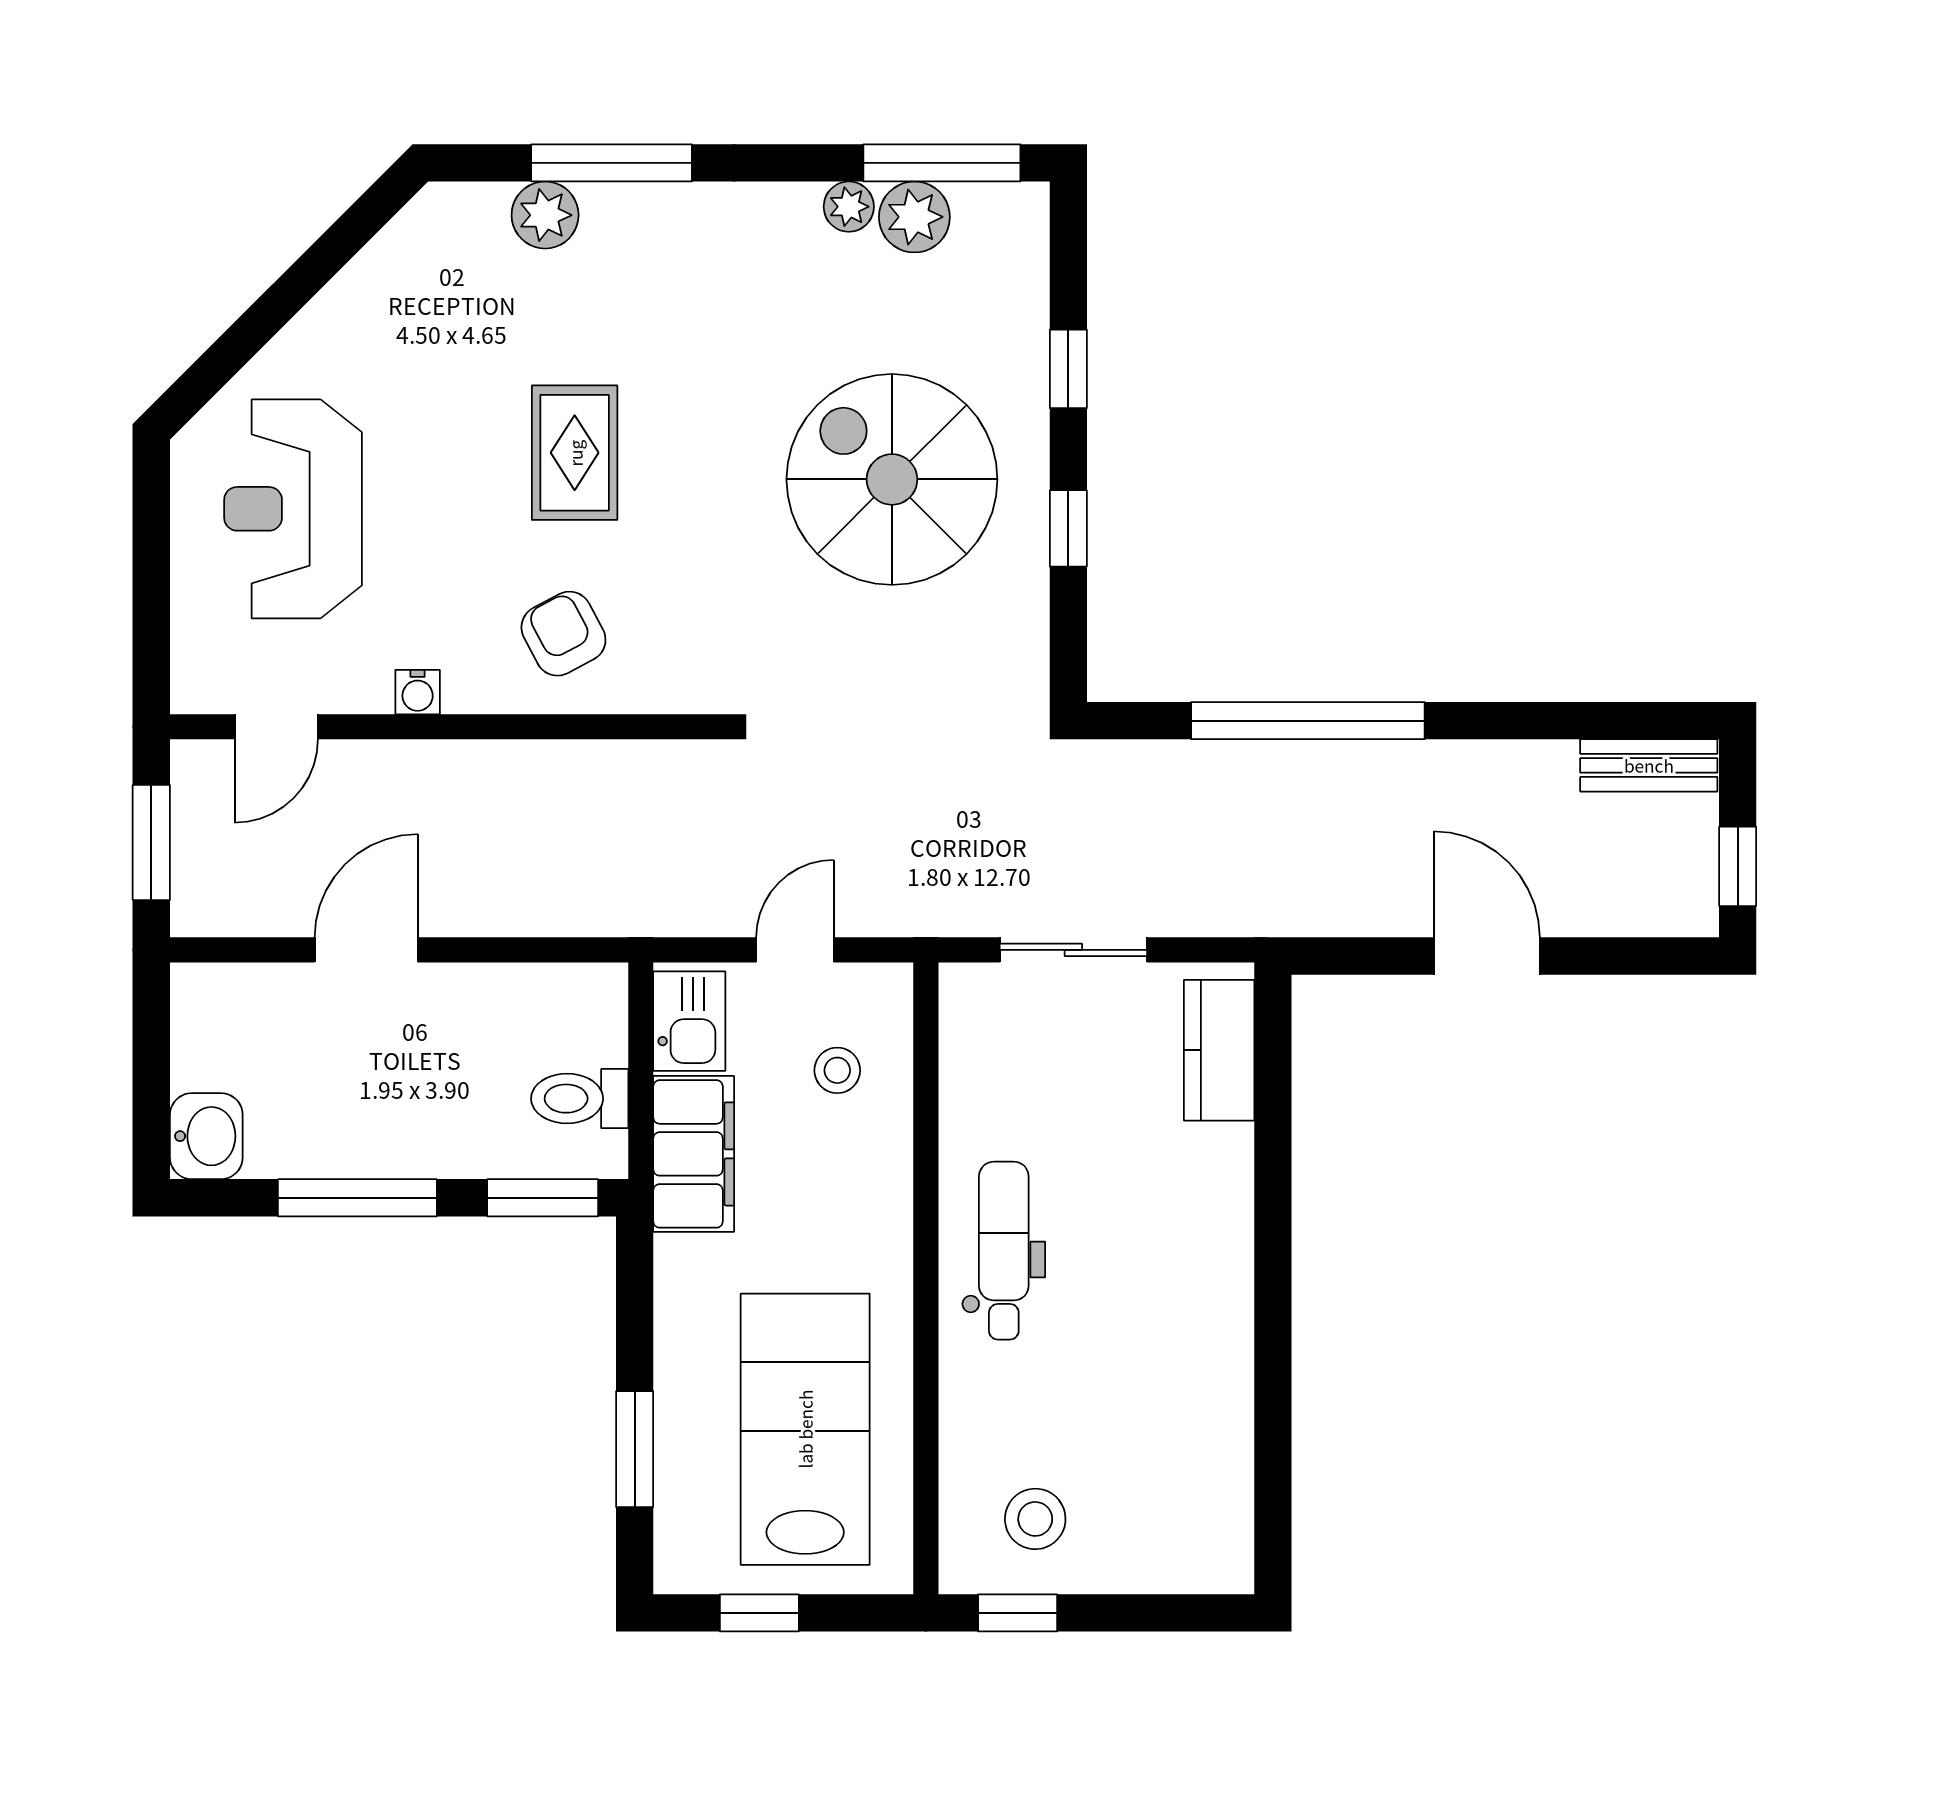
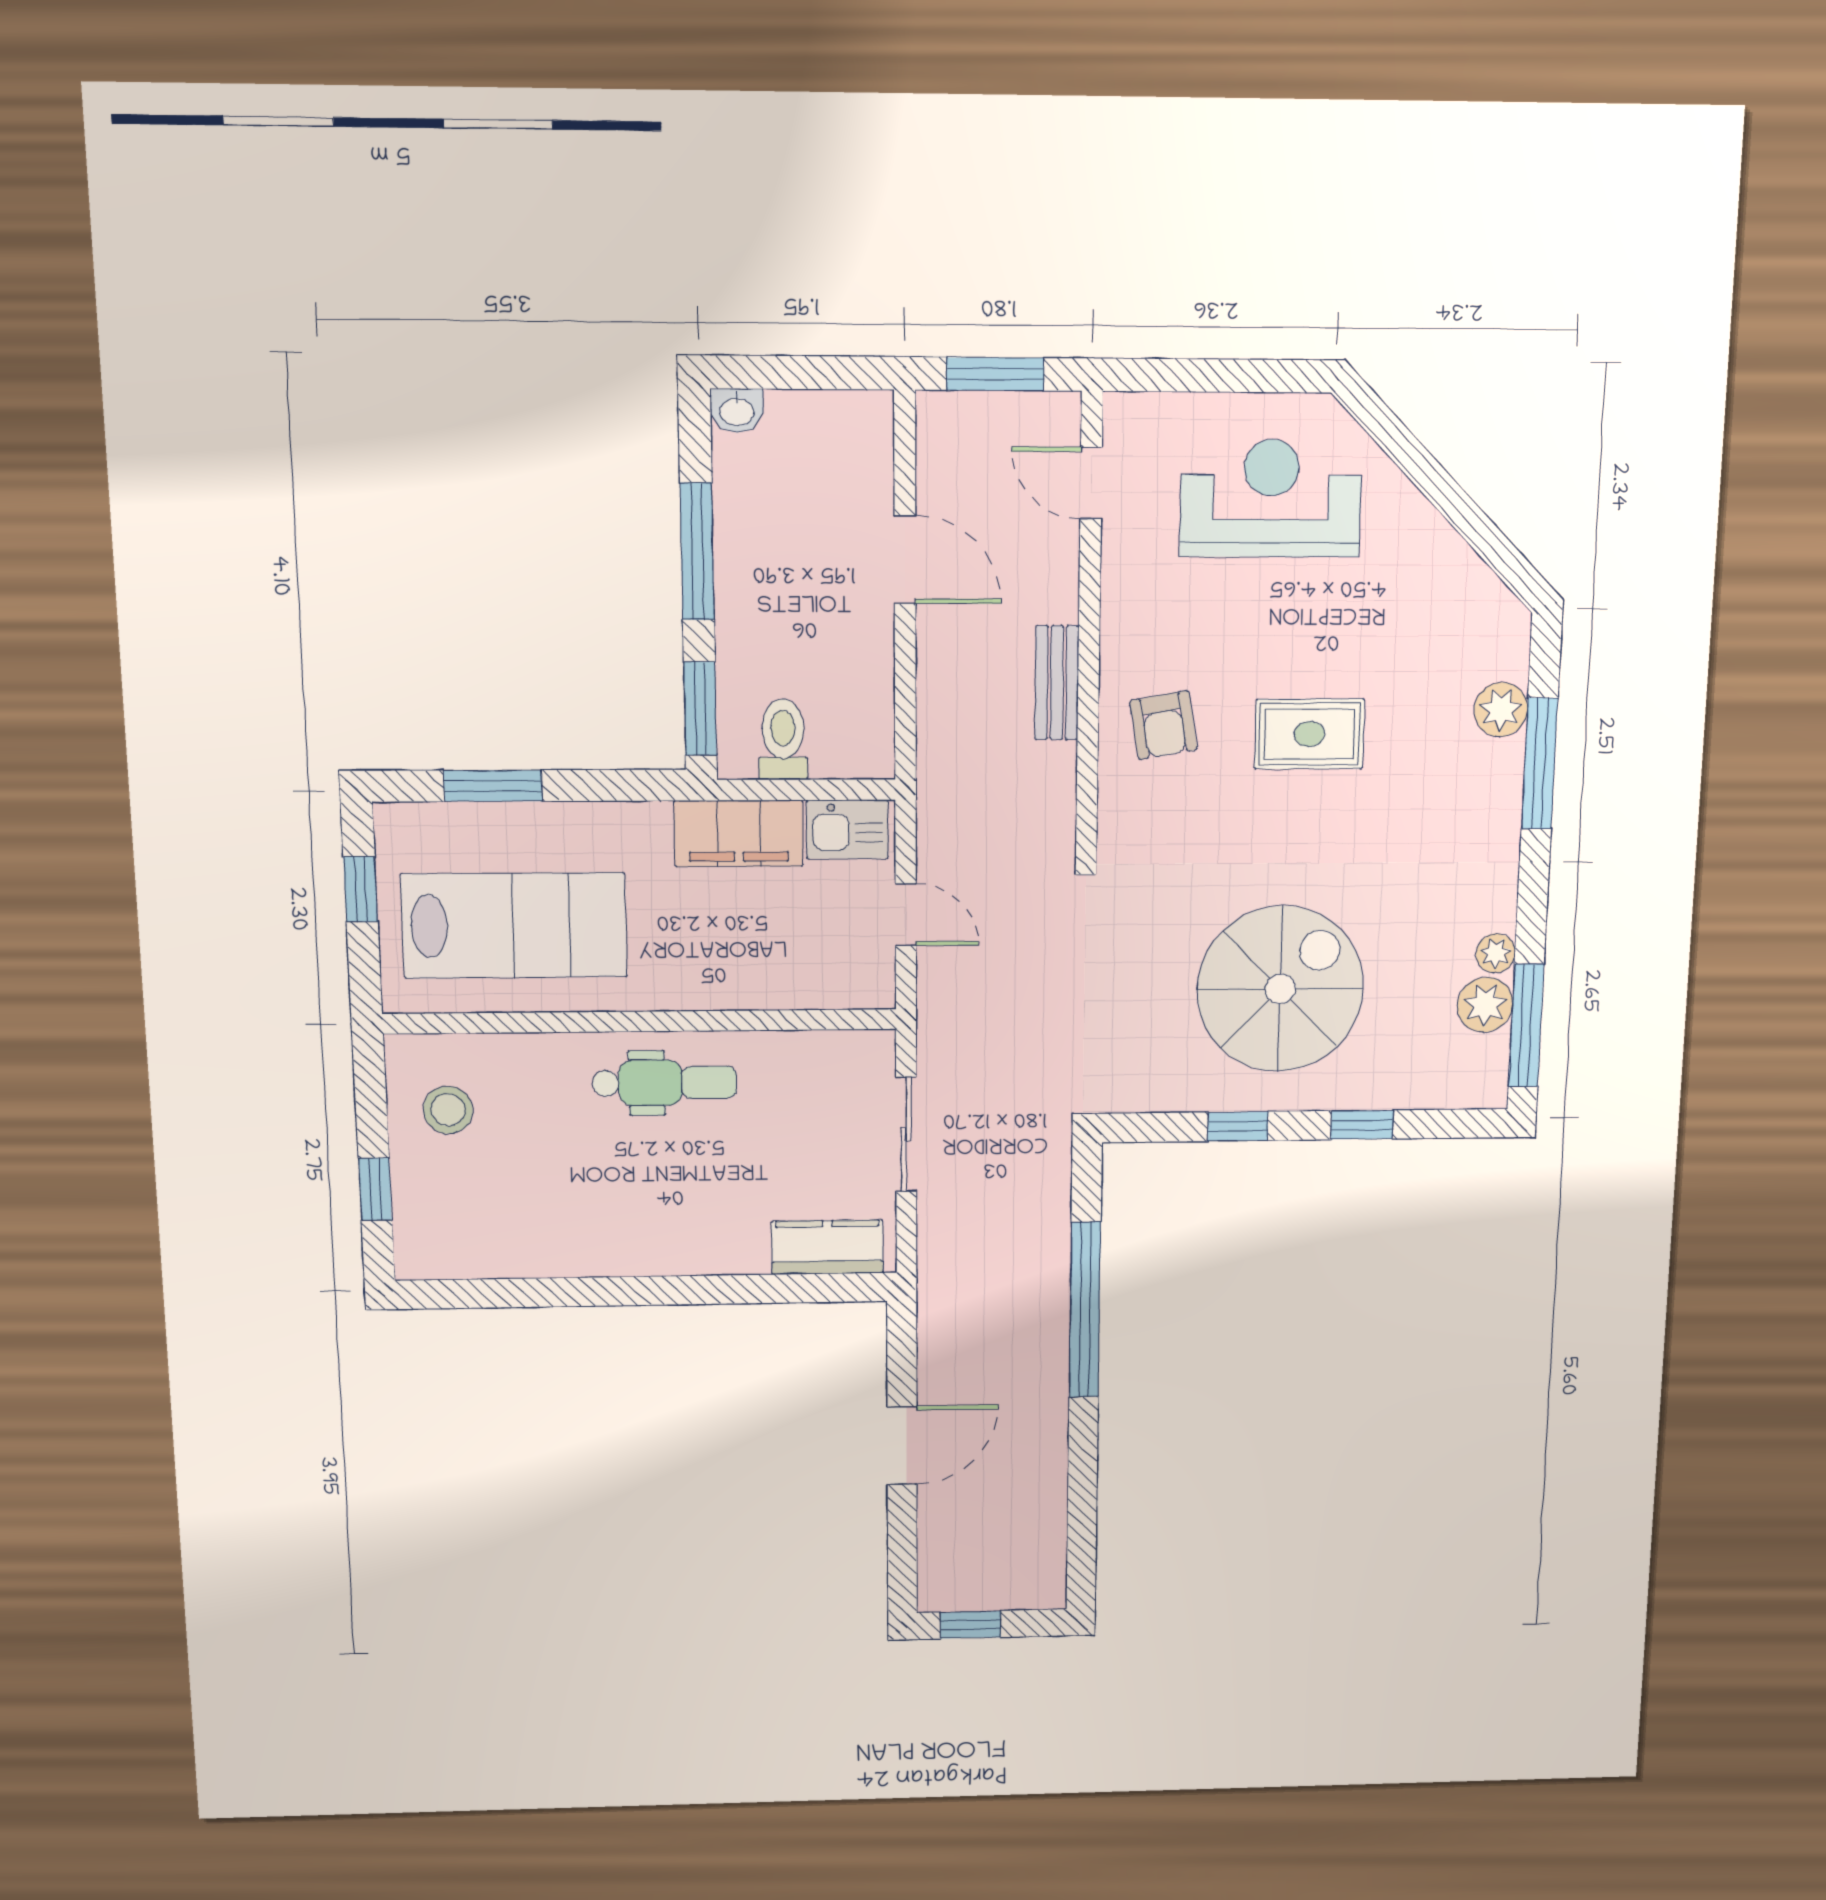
armchair: (563, 634) -> (1164, 725), turned 108
water cooler: (418, 692) -> (1118, 604), removed
bench: (1649, 765) -> (1057, 683), moved
stool: (837, 1070) -> (808, 949), removed
washbasin: (206, 1136) -> (737, 411), width x0.72, depth x0.69
window: (1018, 1613) -> (375, 1189), moved

